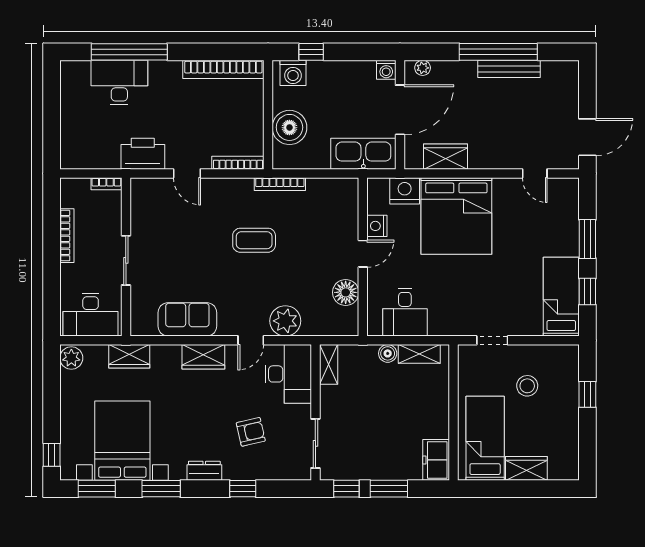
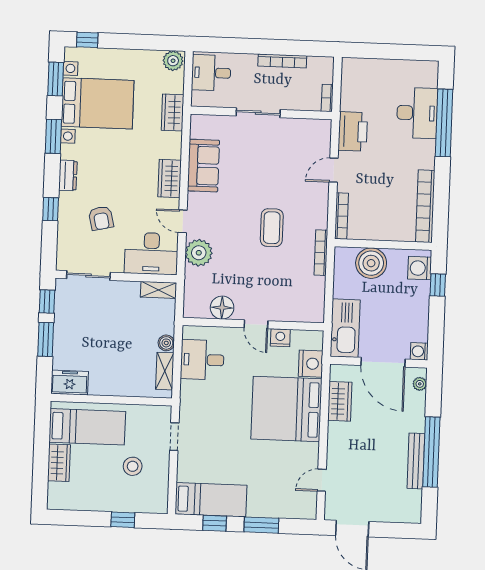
desk: (91, 315) -> (211, 73), width x0.73

